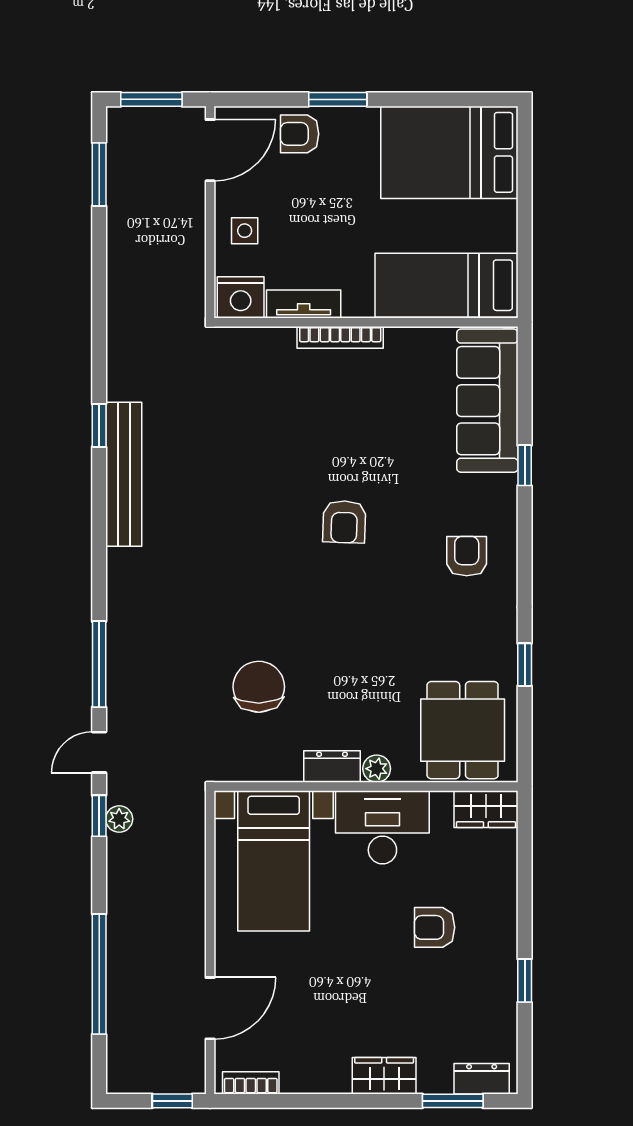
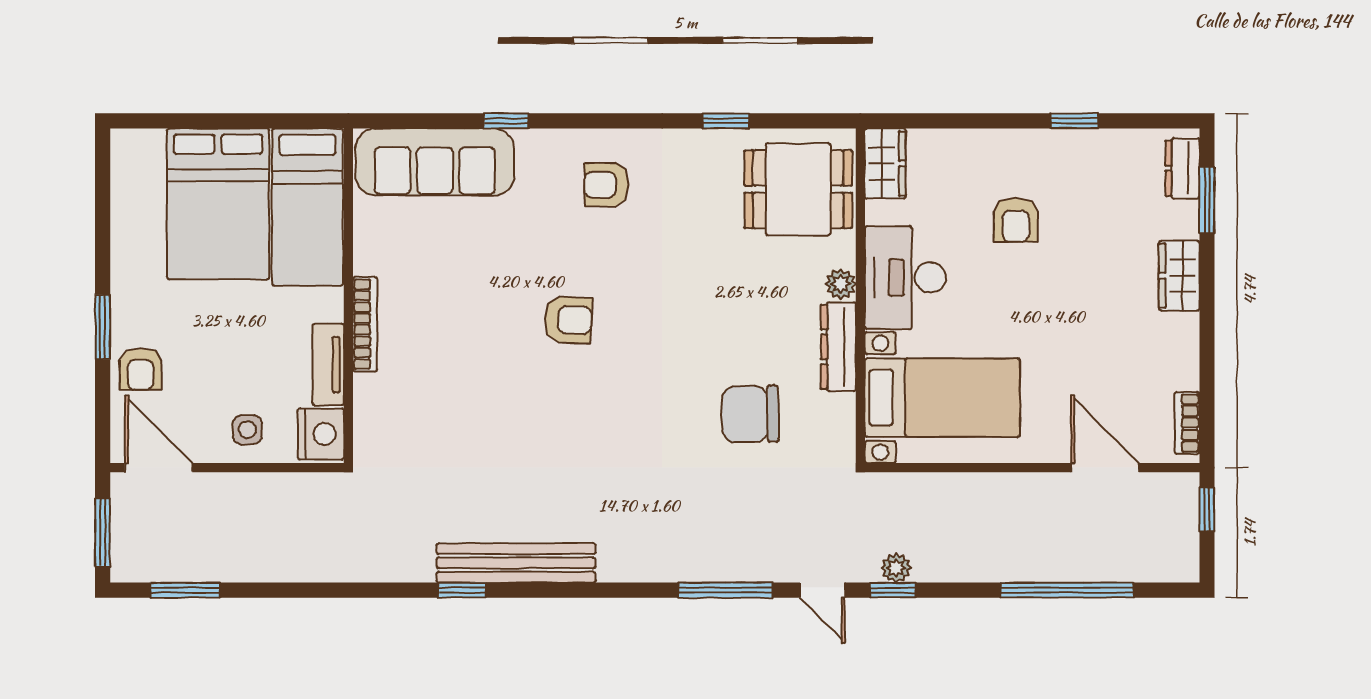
bed: (449, 152) -> (218, 204), moved
dresser: (332, 767) -> (838, 347), width x1.44

